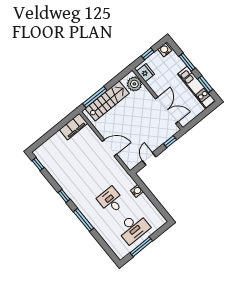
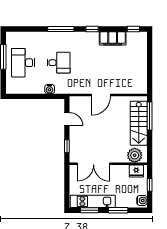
filing cabinet: (73, 126) -> (113, 38), moved, turned -90

